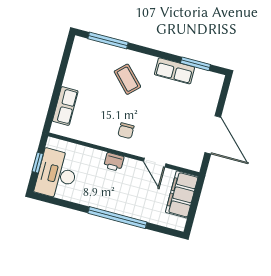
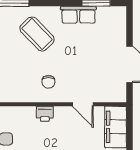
coffee table: (127, 79) -> (37, 34), width x1.36, depth x1.30

